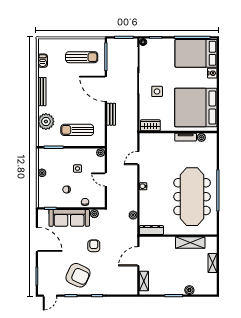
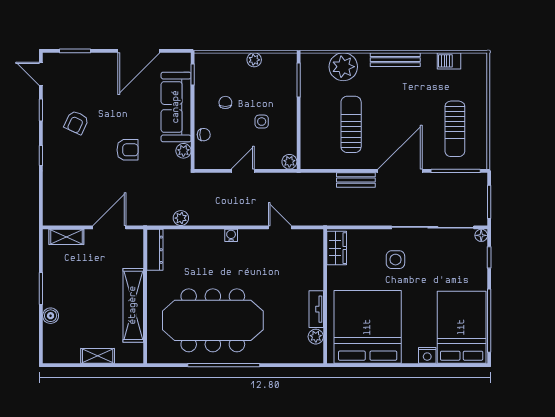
sun lounger: (77, 130) -> (351, 124), moved
shelving: (190, 243) -> (133, 305), width x1.47
door: (138, 256) -> (109, 227), hinge flipped
armchair: (78, 275) -> (76, 122), width x0.53, depth x0.53

